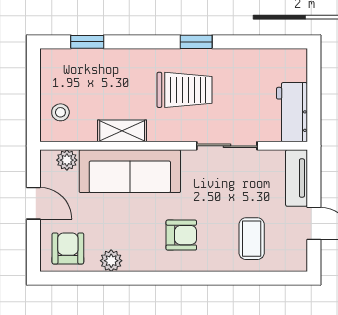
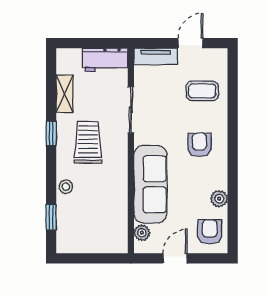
stool: (60, 112) -> (66, 187), moved
shelving: (122, 131) -> (65, 94), moved
armchair: (68, 248) -> (210, 232), turned 90

